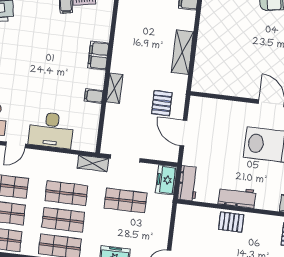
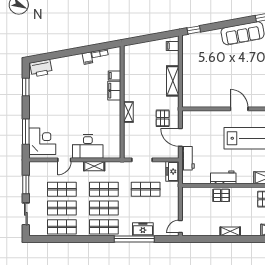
filing cabinet: (94, 96) -> (114, 76), moved
shelving: (93, 163) -> (94, 166), moved
workbench: (188, 183) -> (188, 158), moved

